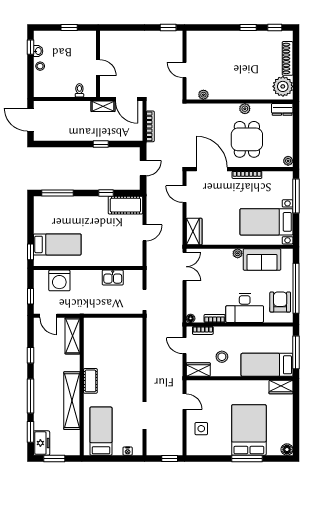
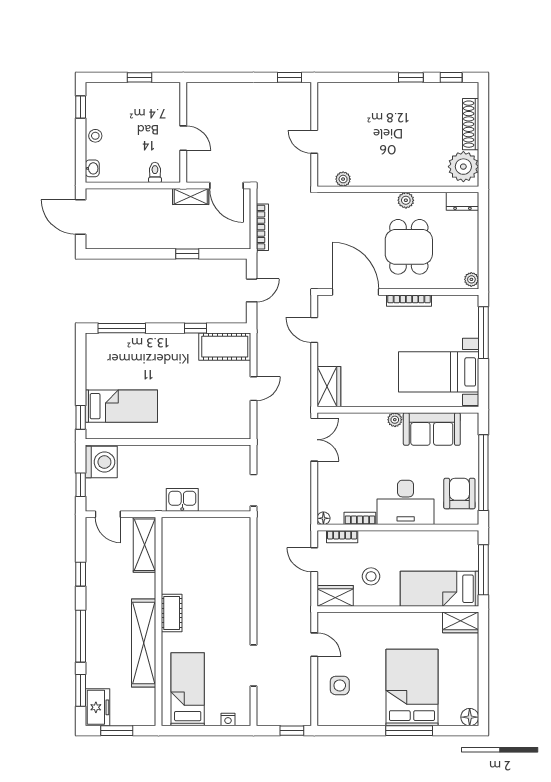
washbasin: (38, 51) -> (92, 168), moved
kitchen sink: (113, 278) -> (182, 500), moved, turned 180
washing machine: (59, 280) -> (101, 462), moved, turned -90

